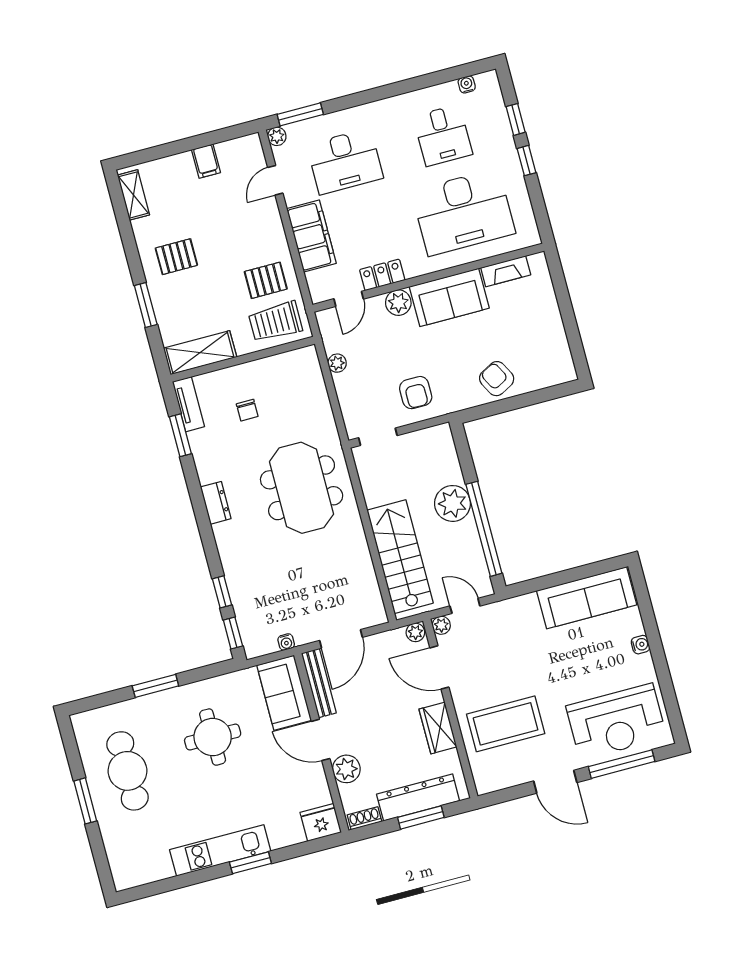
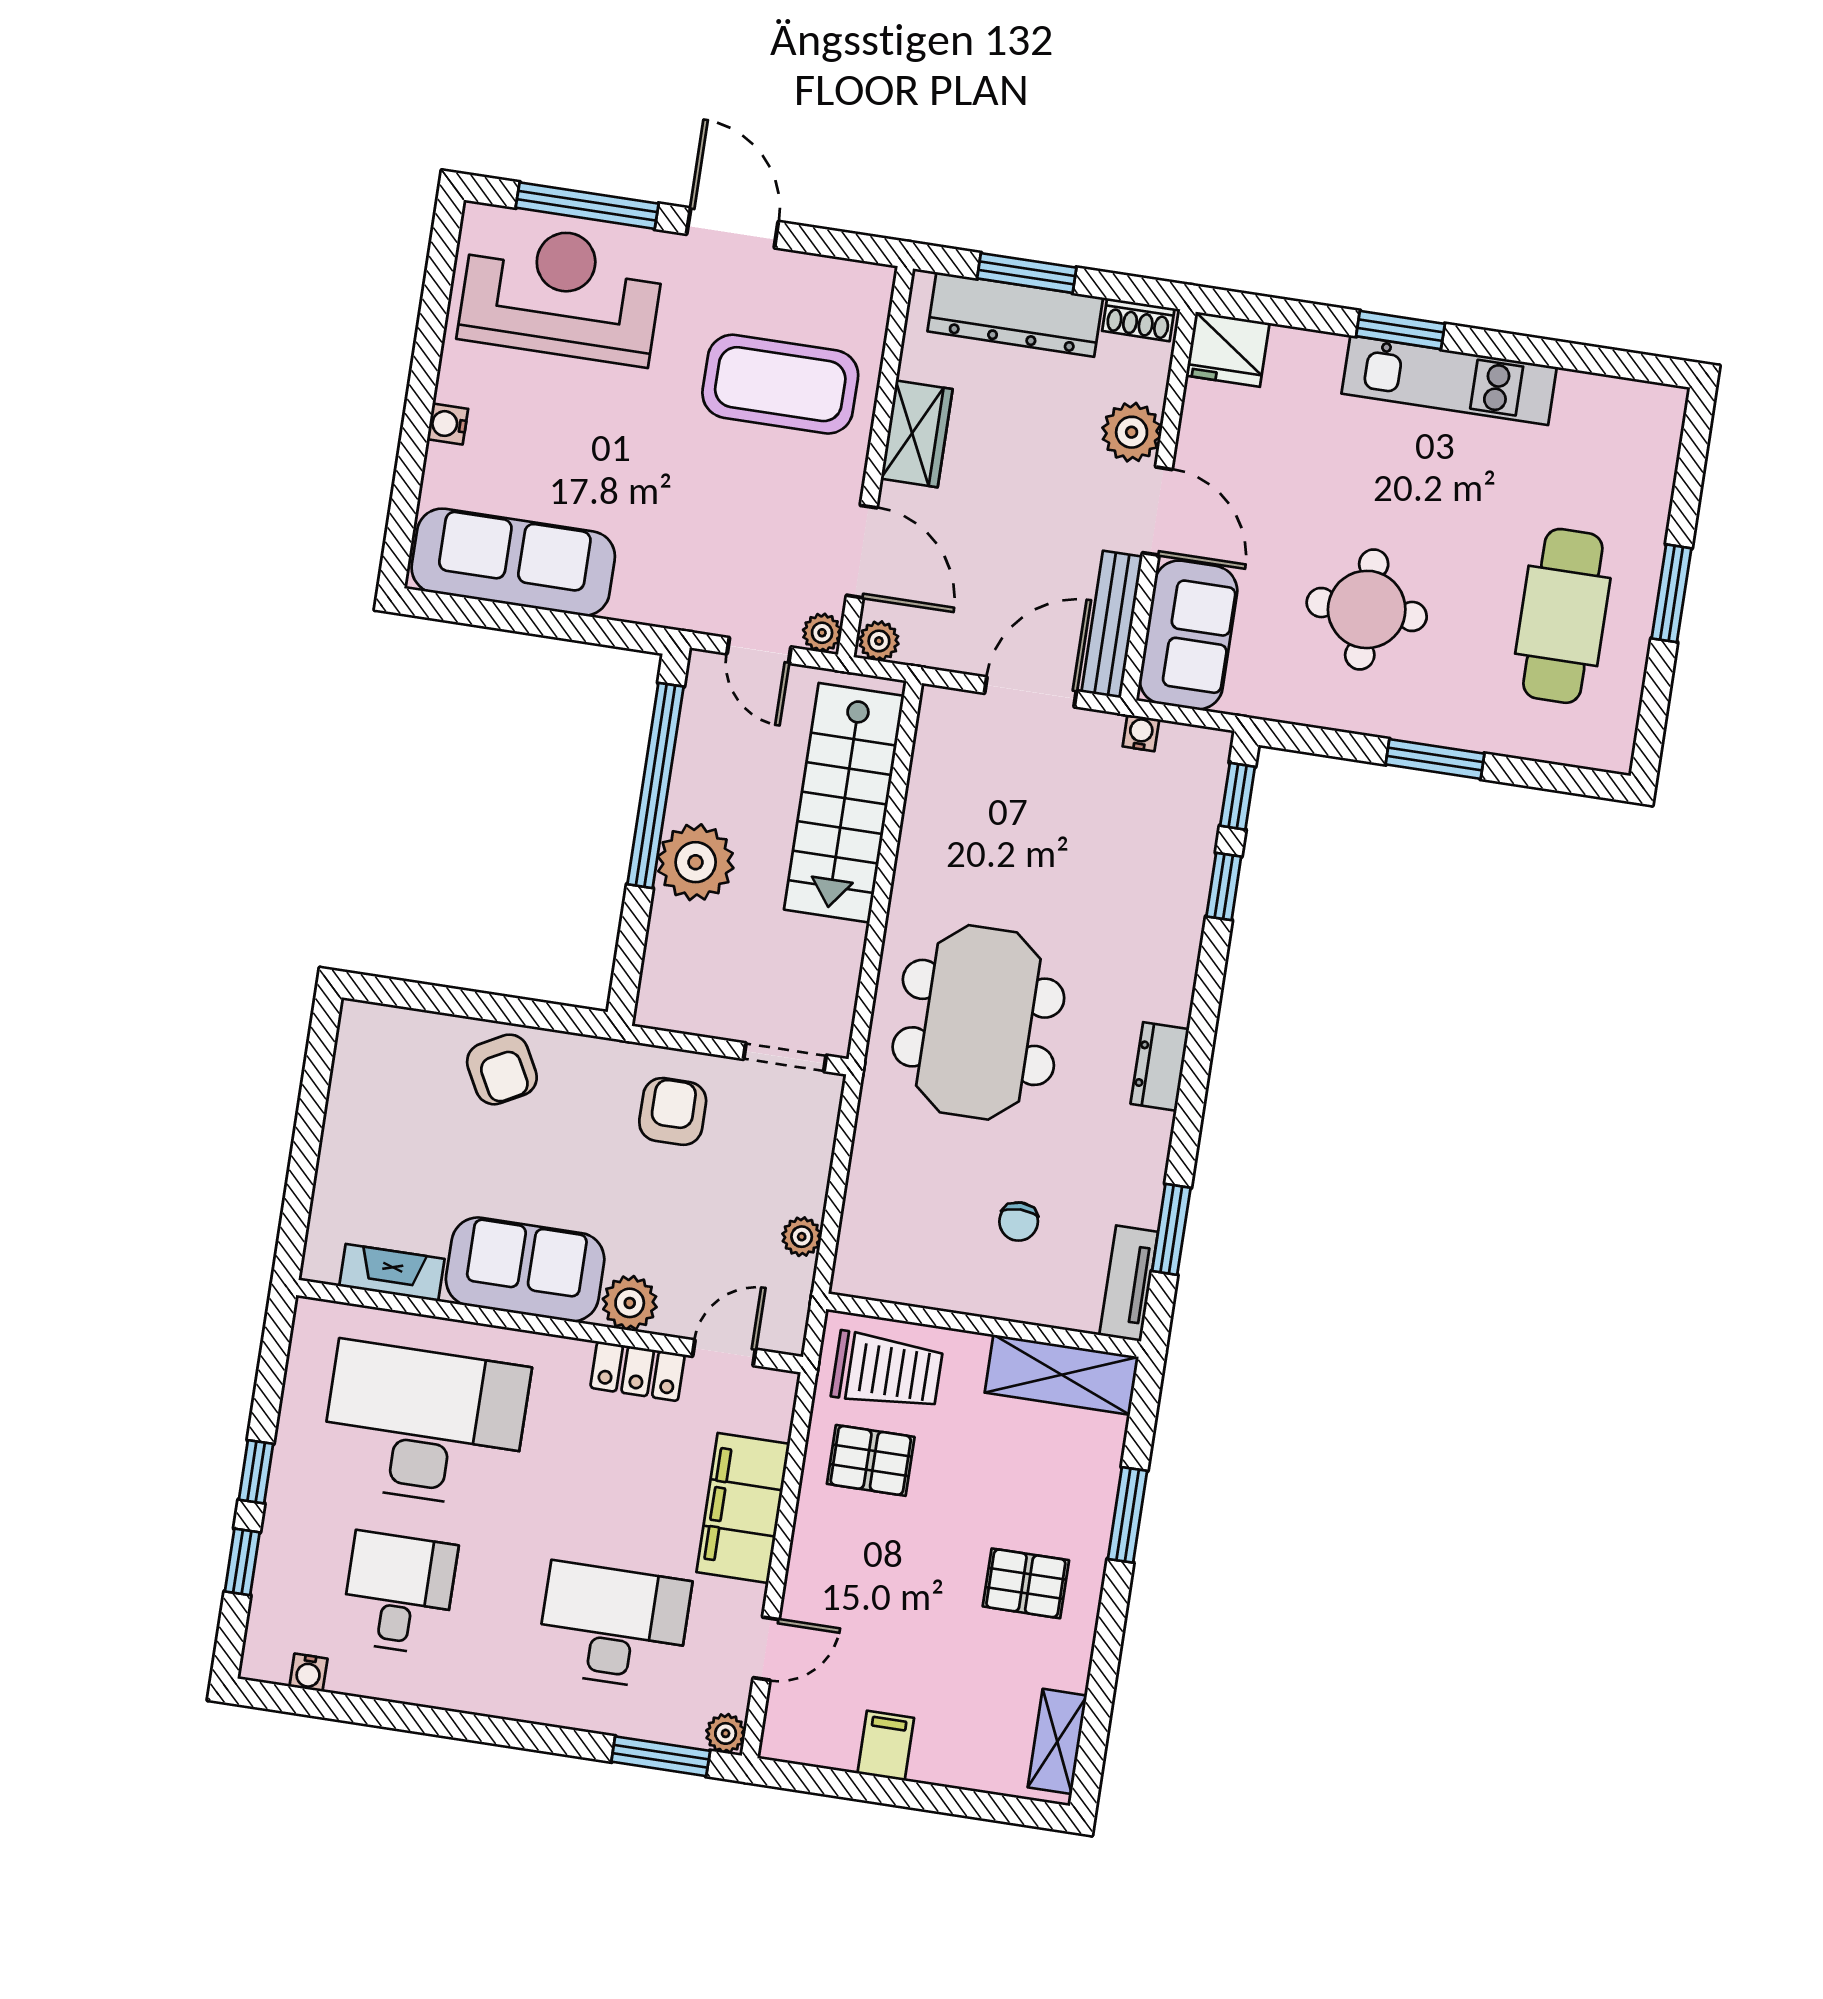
chair: (247, 410) -> (1019, 1221), turned 180

